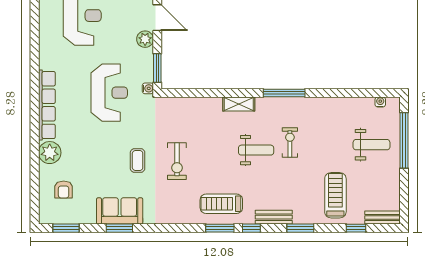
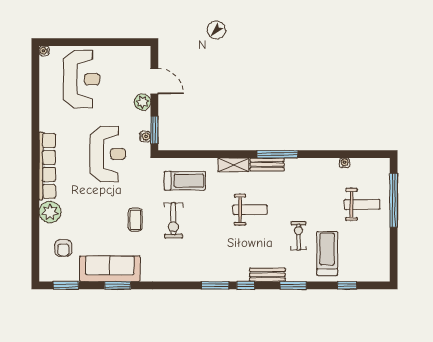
water cooler: (148, 88) -> (145, 136), moved
water cooler: (380, 102) -> (345, 163), moved
exercise bike: (290, 143) -> (298, 236), moved
treadmill: (221, 204) -> (185, 181), moved, turned 180
sofa: (120, 211) -> (110, 269), width x1.36
bench: (383, 218) -> (267, 164), moved

